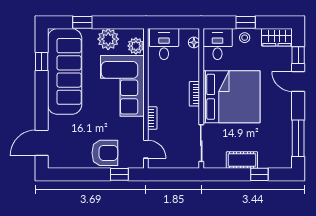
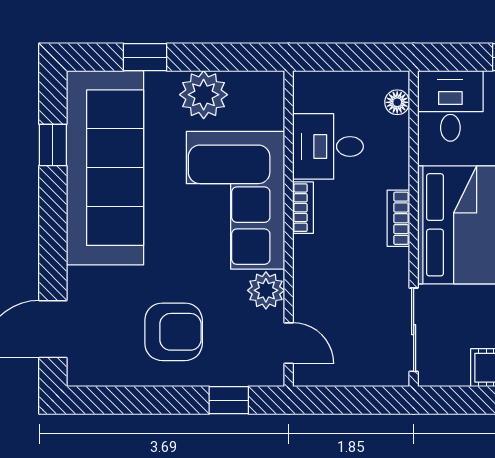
desk: (164, 44) -> (328, 146), moved, turned -90
plant: (136, 46) -> (266, 290), moved
bookcase: (152, 118) -> (303, 208), moved
armchair: (105, 153) -> (174, 332), moved

